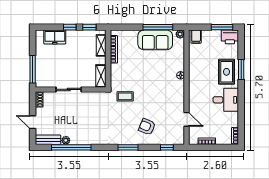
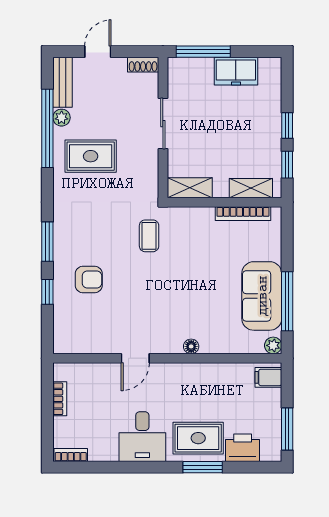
freezer: (55, 37) -> (236, 71), moved, turned -90
printer: (230, 37) -> (243, 448), moved, turned 90
door: (186, 119) -> (135, 358), moved
rug: (85, 126) -> (91, 156), added
armchair: (147, 127) -> (89, 280), turned 67
window: (167, 147) -> (47, 292), moved

